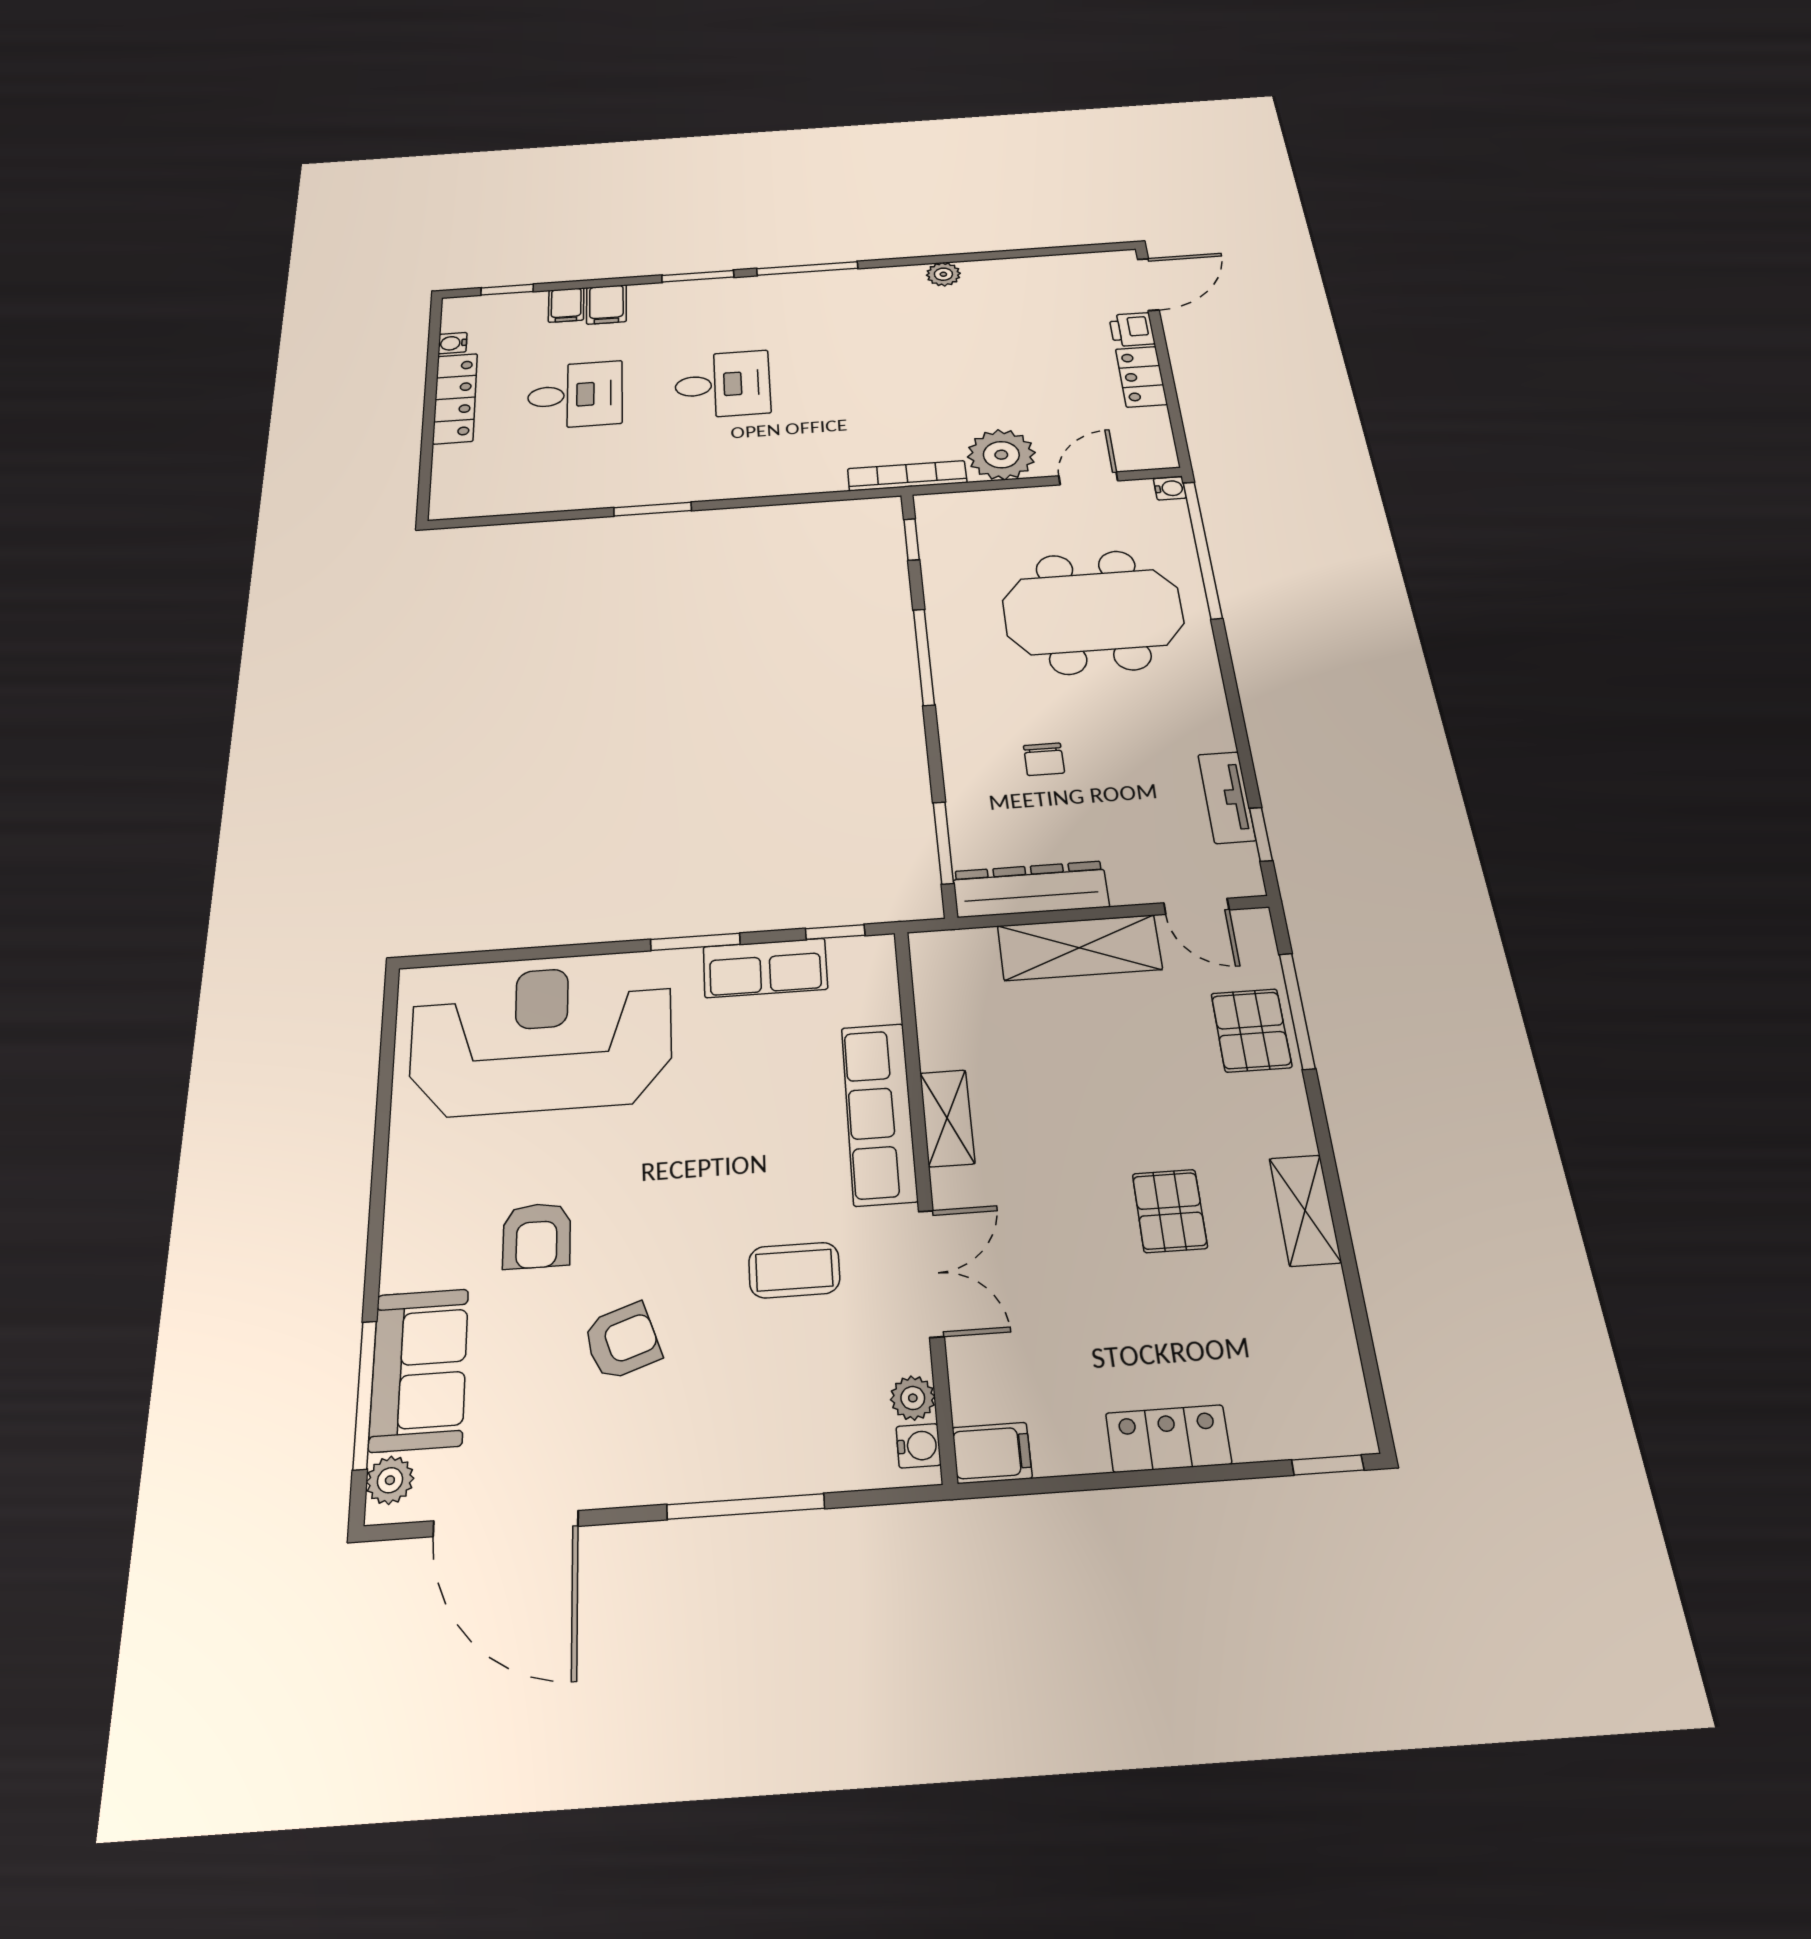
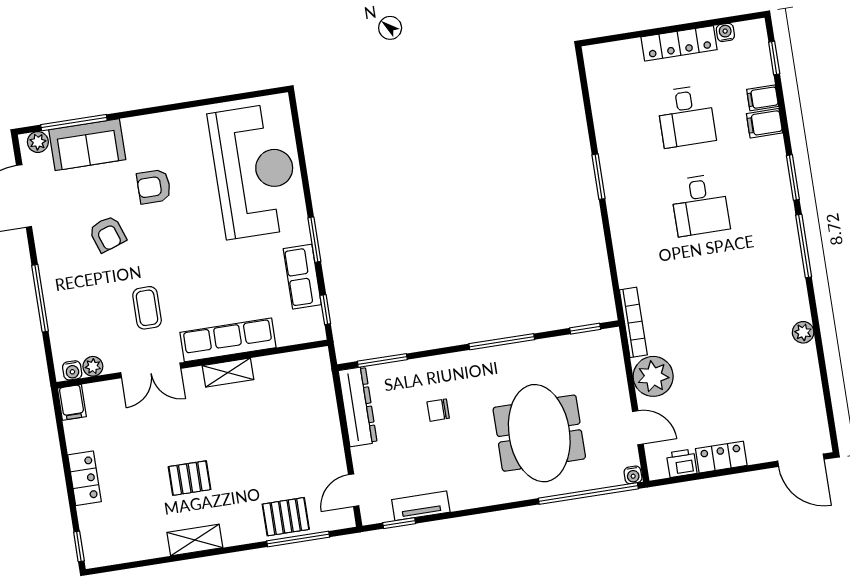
printer: (1132, 330) -> (682, 463), moved
shelving: (1079, 948) -> (325, 432), removed

